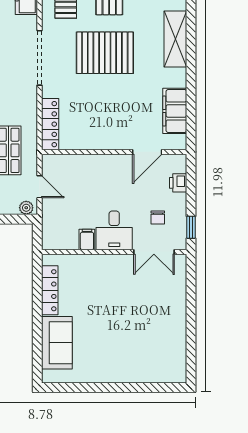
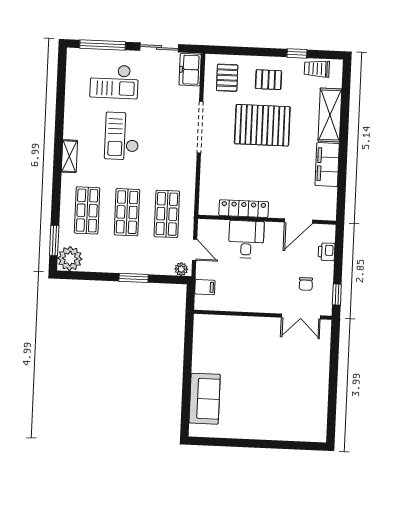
filing cabinet: (175, 111) -> (327, 165), moved
locker: (50, 124) -> (244, 209), moved, turned -90
desk: (114, 230) -> (246, 239), moved, turned 180
filing cabinet: (87, 239) -> (205, 287), moved, turned 90
locker: (50, 290) -> (200, 348), removed

